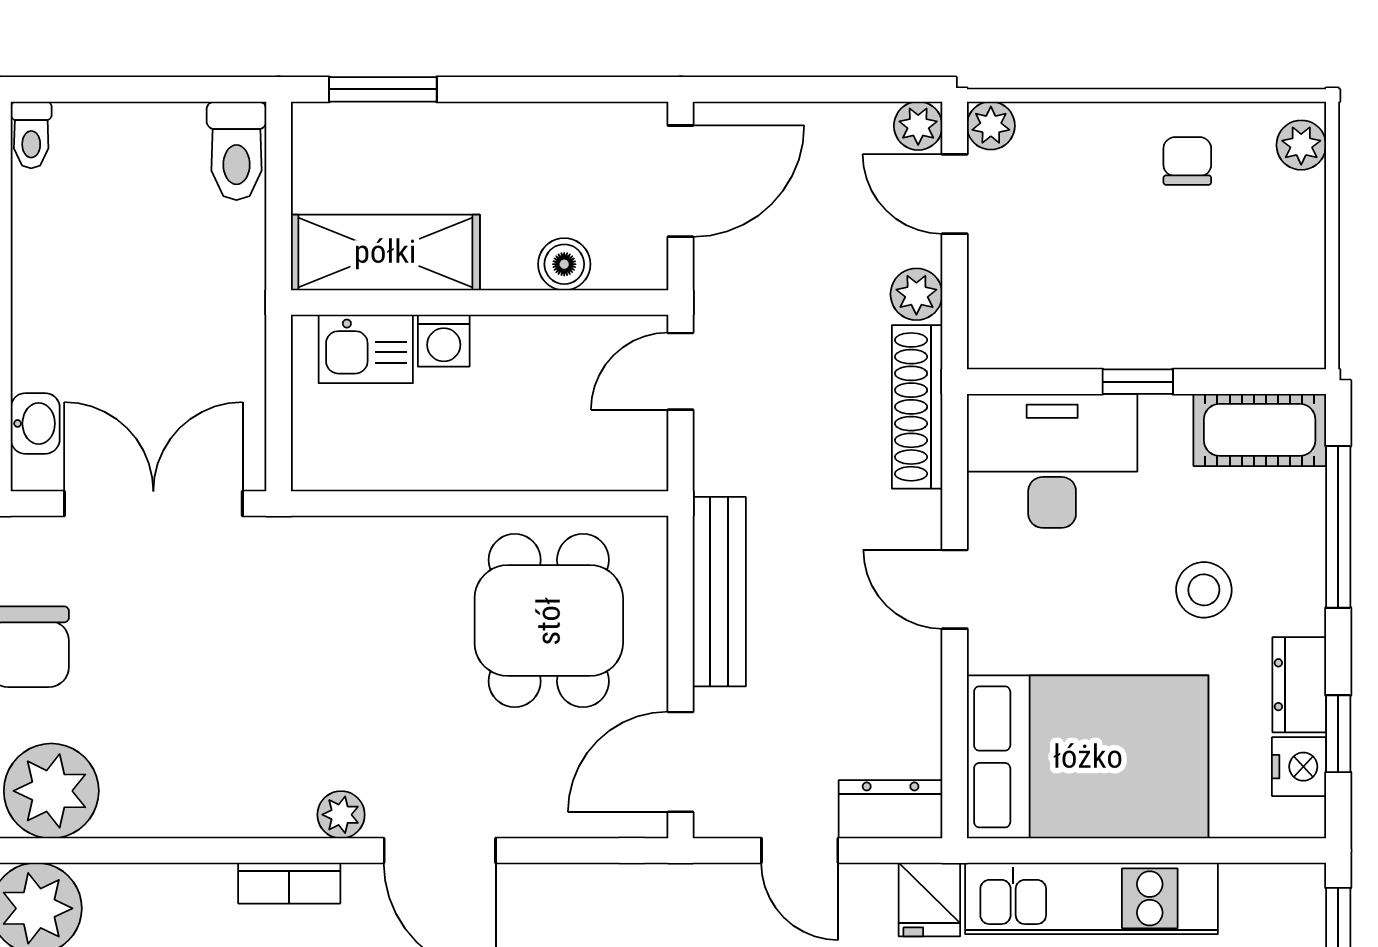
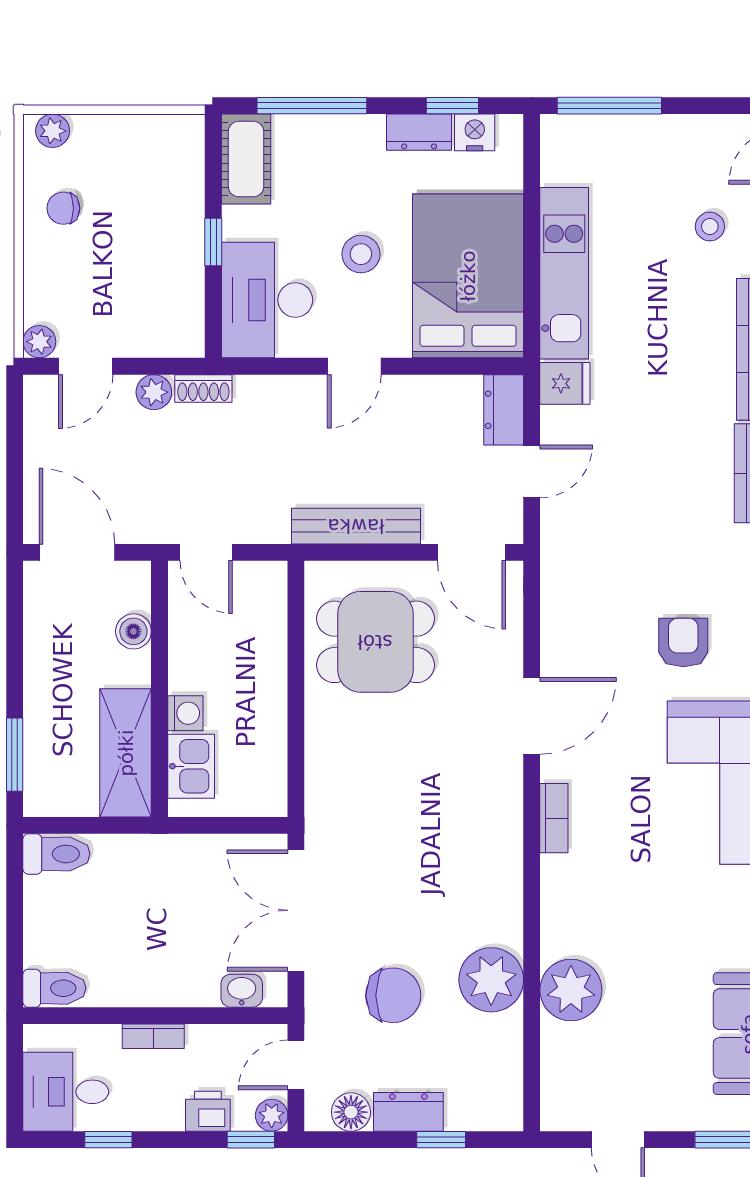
plant: (918, 126) -> (39, 391), removed
toilet: (31, 135) -> (54, 988), width x1.37, depth x1.39
shoe rack: (917, 407) -> (203, 388), width x0.51, depth x0.81
stool: (1204, 590) -> (361, 254), moved
plant: (341, 815) -> (507, 783), removed

